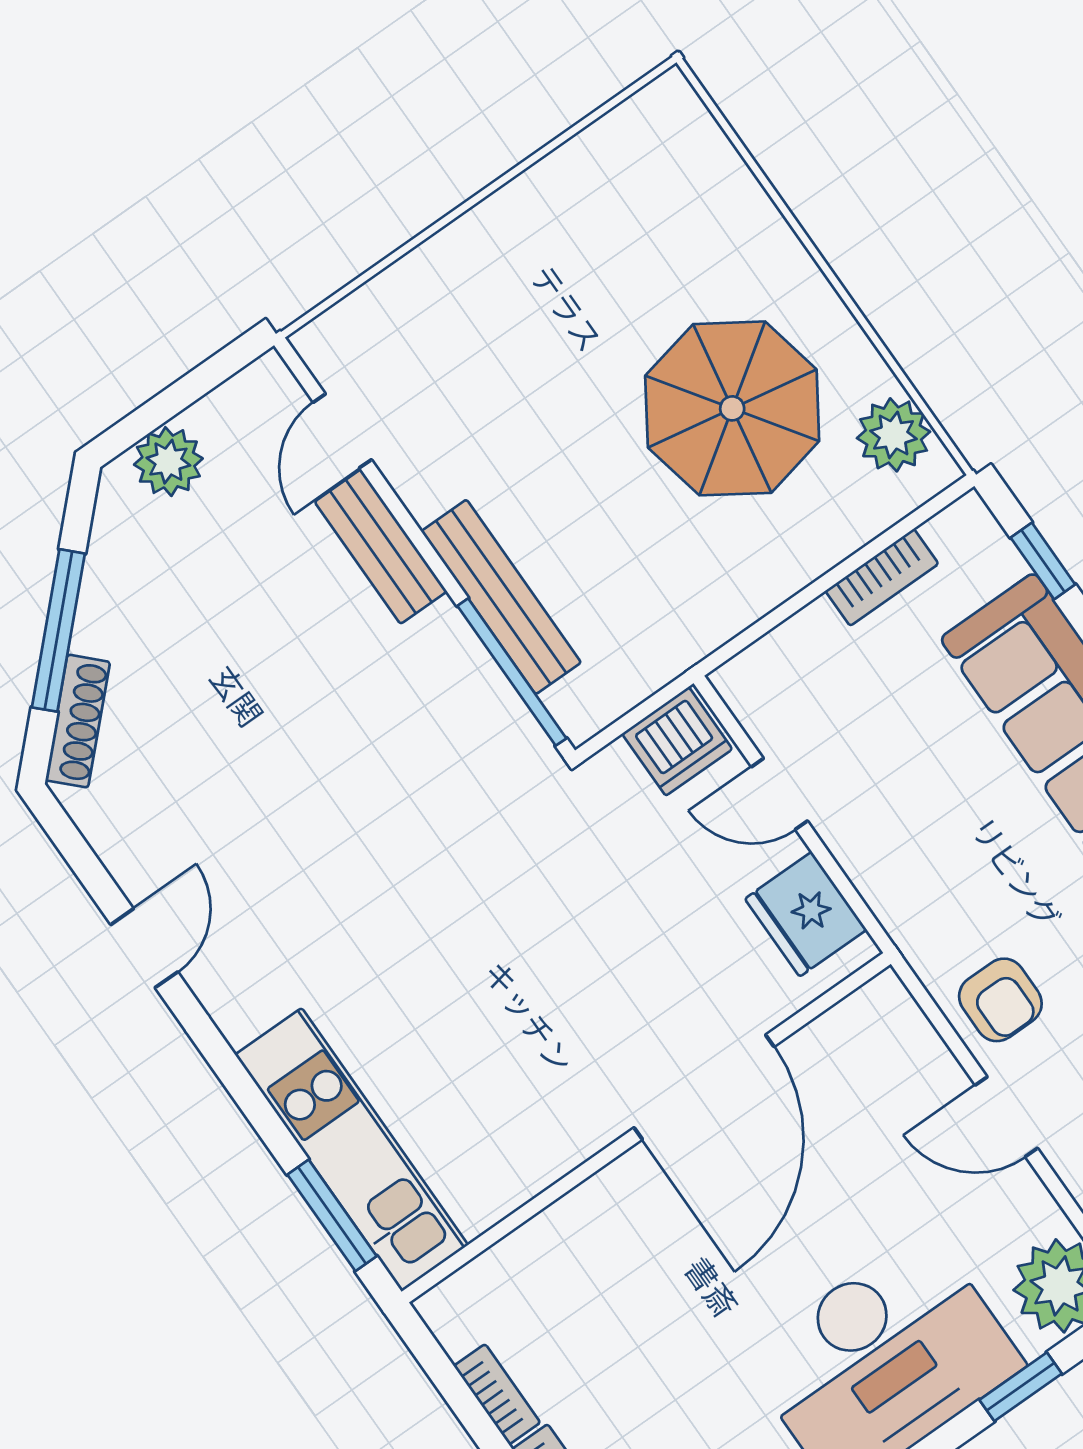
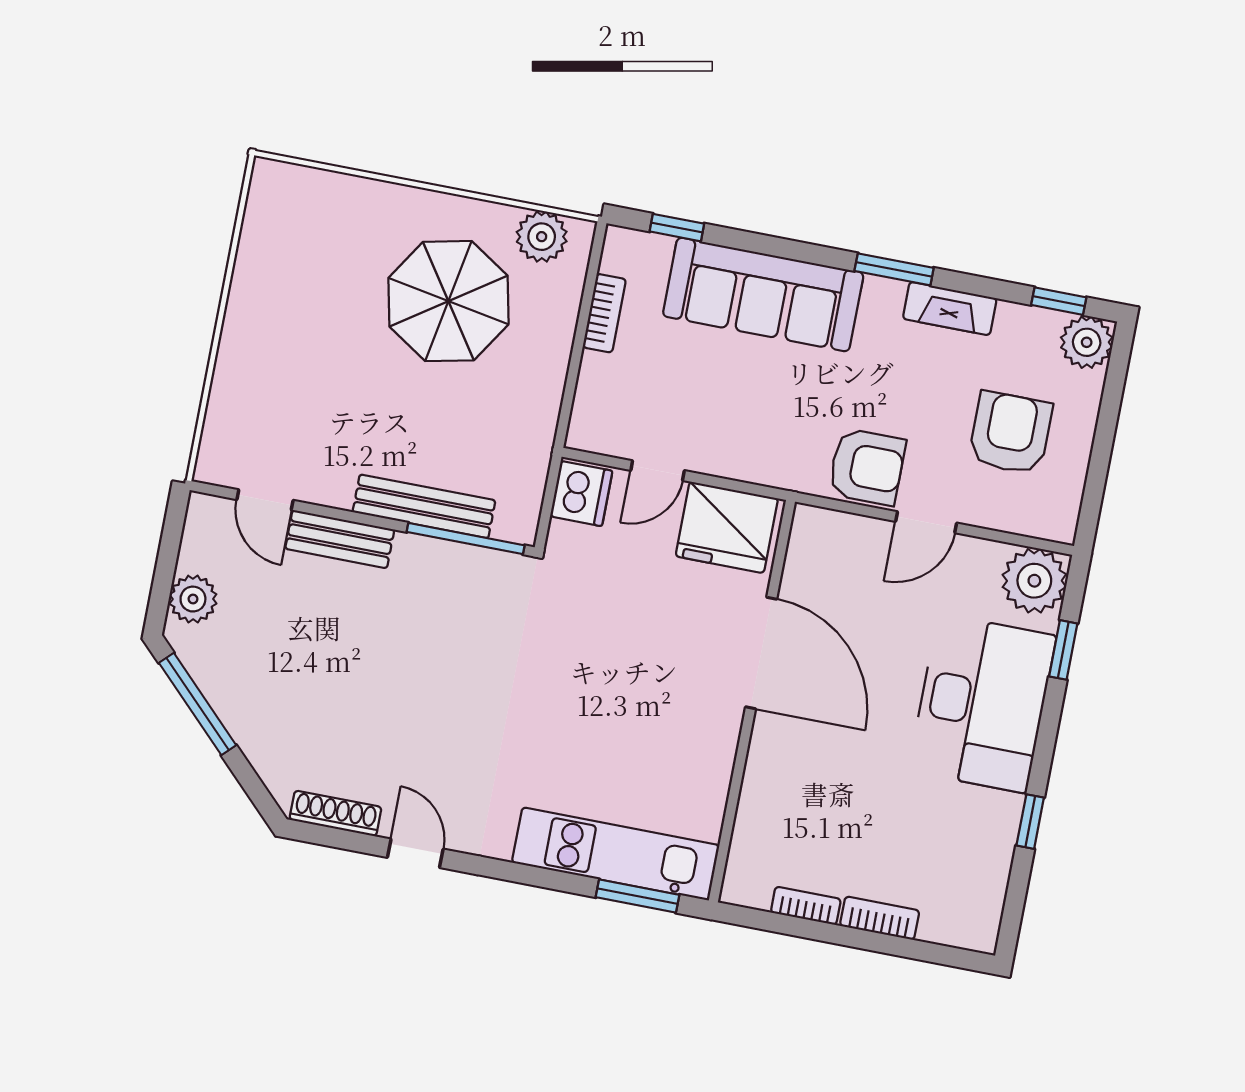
window: (58, 630) -> (198, 704), moved
shoe rack: (78, 721) -> (335, 813), moved, turned -45
fridge: (806, 914) -> (727, 527), width x1.36, depth x1.34
armchair: (1000, 1000) -> (867, 467), width x1.38, depth x1.38

